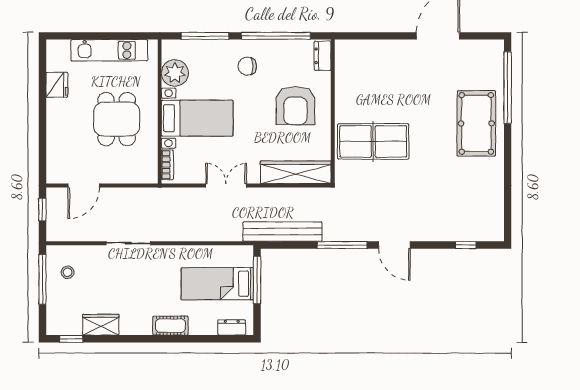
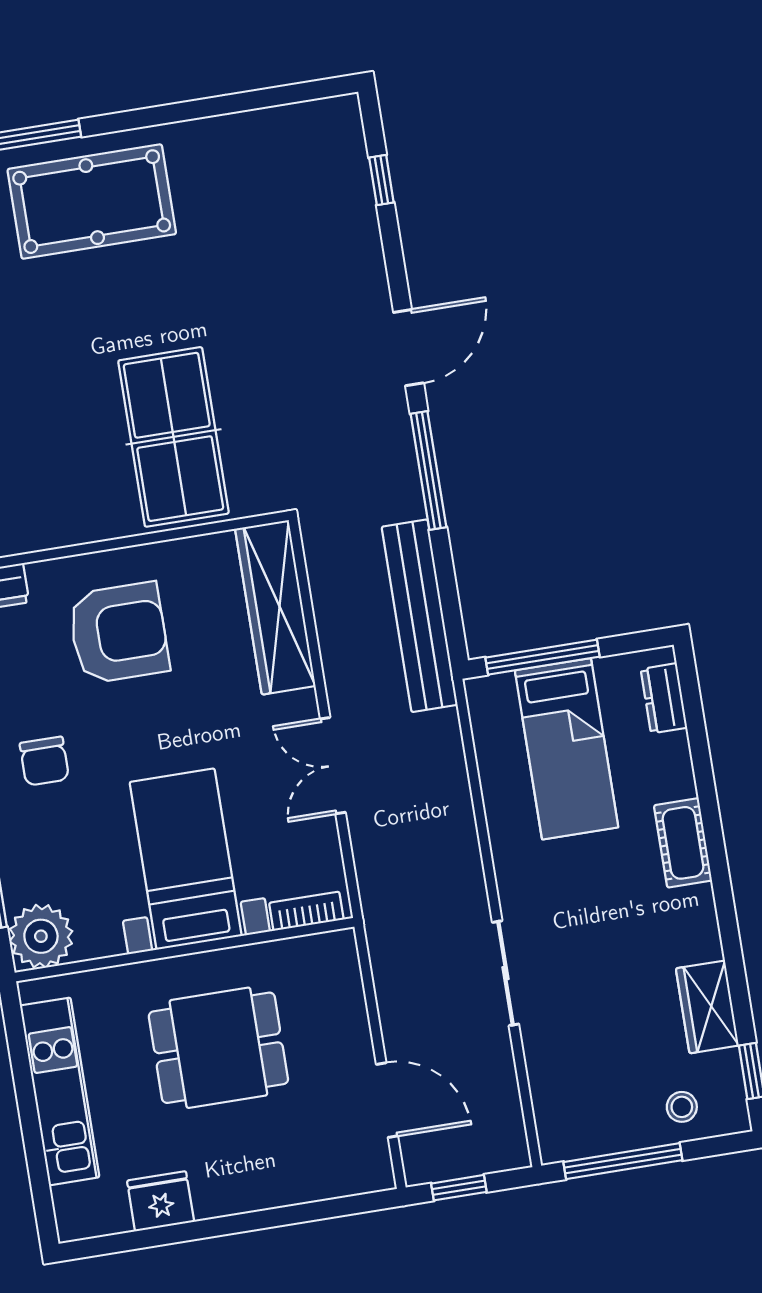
plant: (175, 73) -> (41, 936), moved
stool: (68, 272) -> (682, 1107), moved

